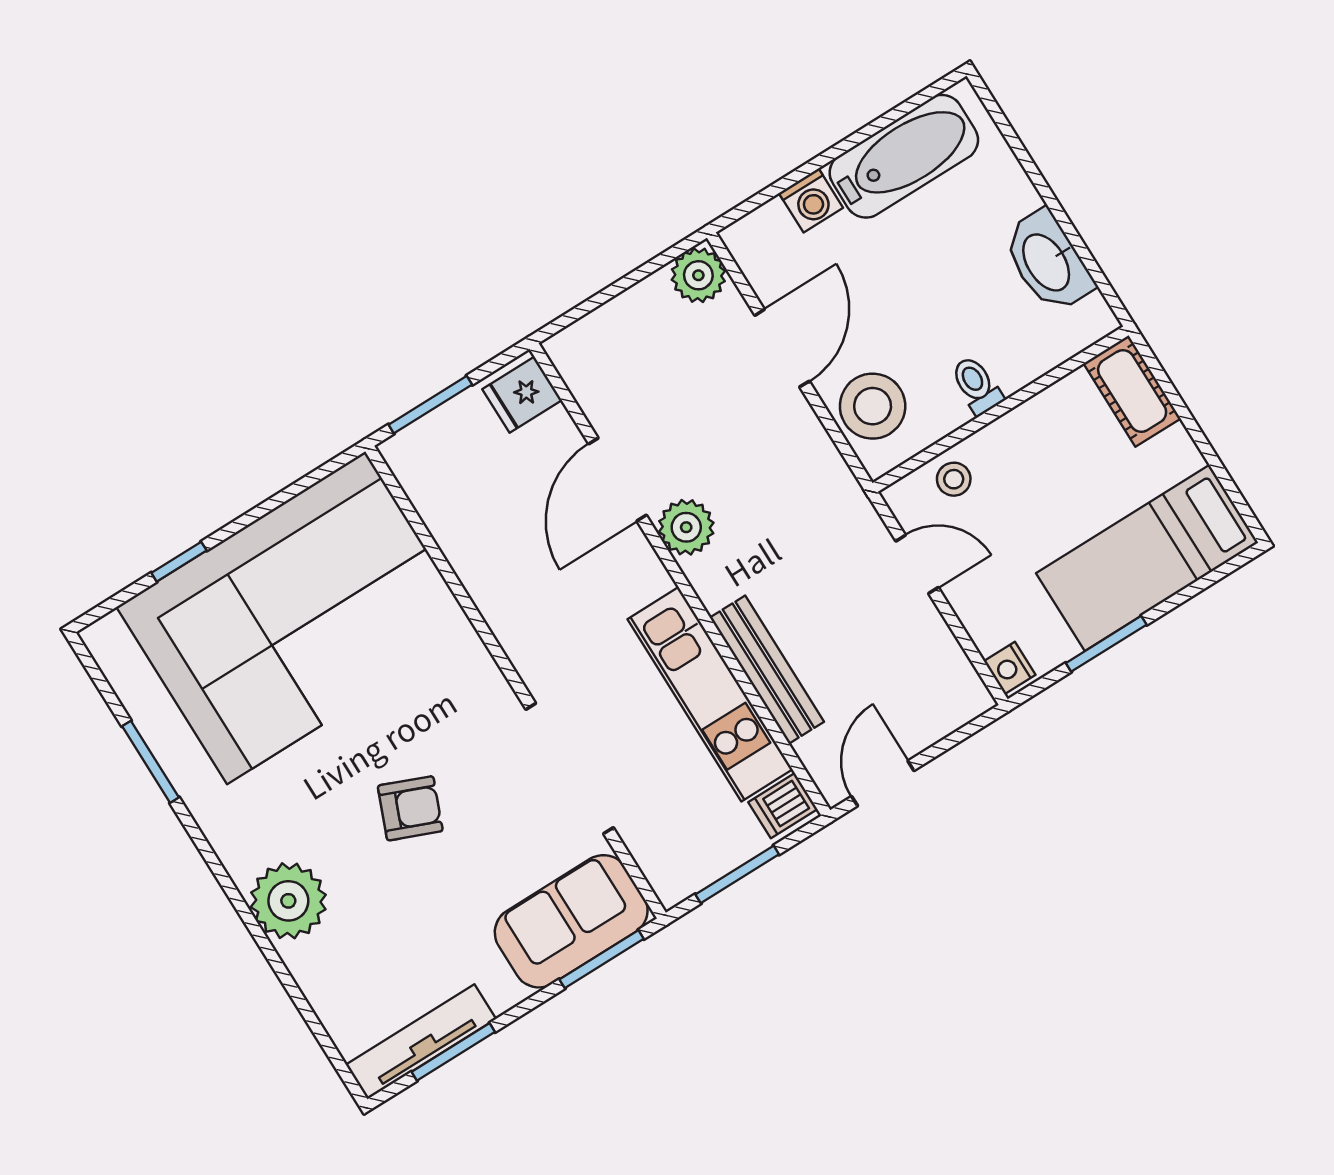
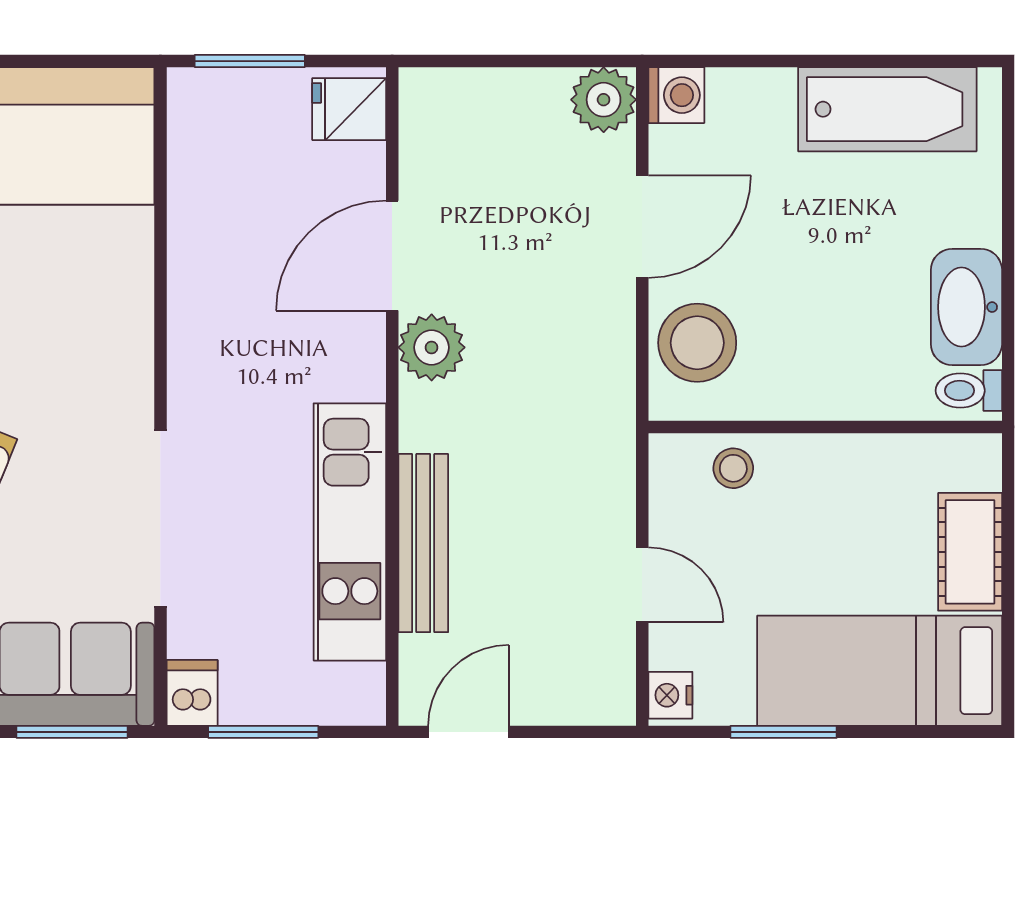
washing machine: (811, 200) -> (676, 95), moved, turned -90
toilet: (977, 385) -> (969, 391), moved, turned -90
cot: (1132, 391) -> (970, 552), moved
door: (917, 564) -> (642, 585), moved
dishwasher: (783, 806) -> (192, 693), moved, turned 90

